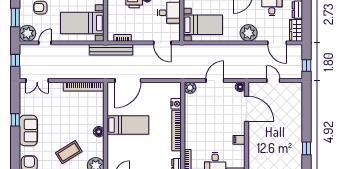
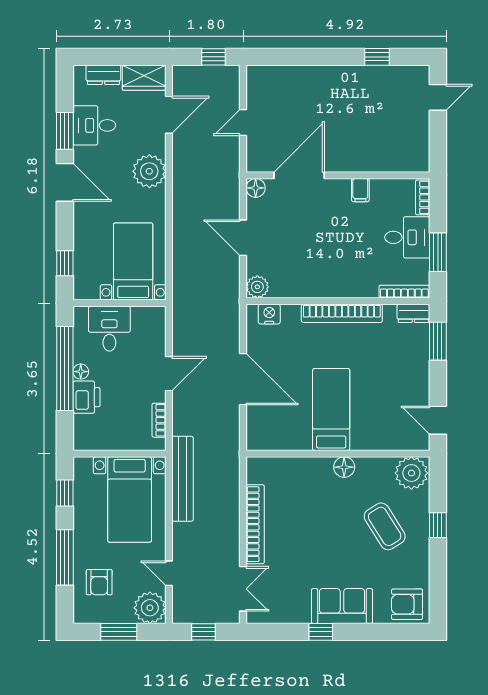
door: (162, 43) -> (169, 374), moved
bench: (111, 50) -> (183, 479), moved
door: (128, 80) -> (243, 379), moved
bookcase: (83, 87) -> (255, 524), moved
nightstand: (176, 104) -> (269, 314), moved

